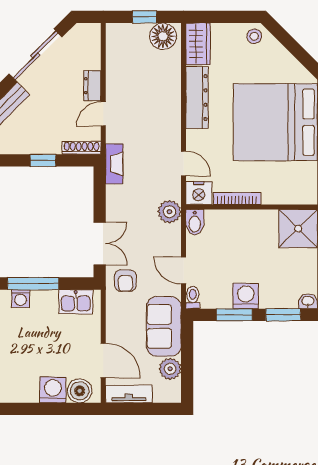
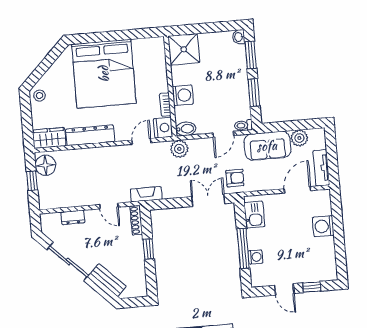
dresser: (92, 86) -> (73, 217), moved
bookcase: (237, 198) -> (165, 105), width x0.64
washing machine: (246, 296) -> (183, 95), moved, turned 180
boiler: (80, 391) -> (322, 206), removed

